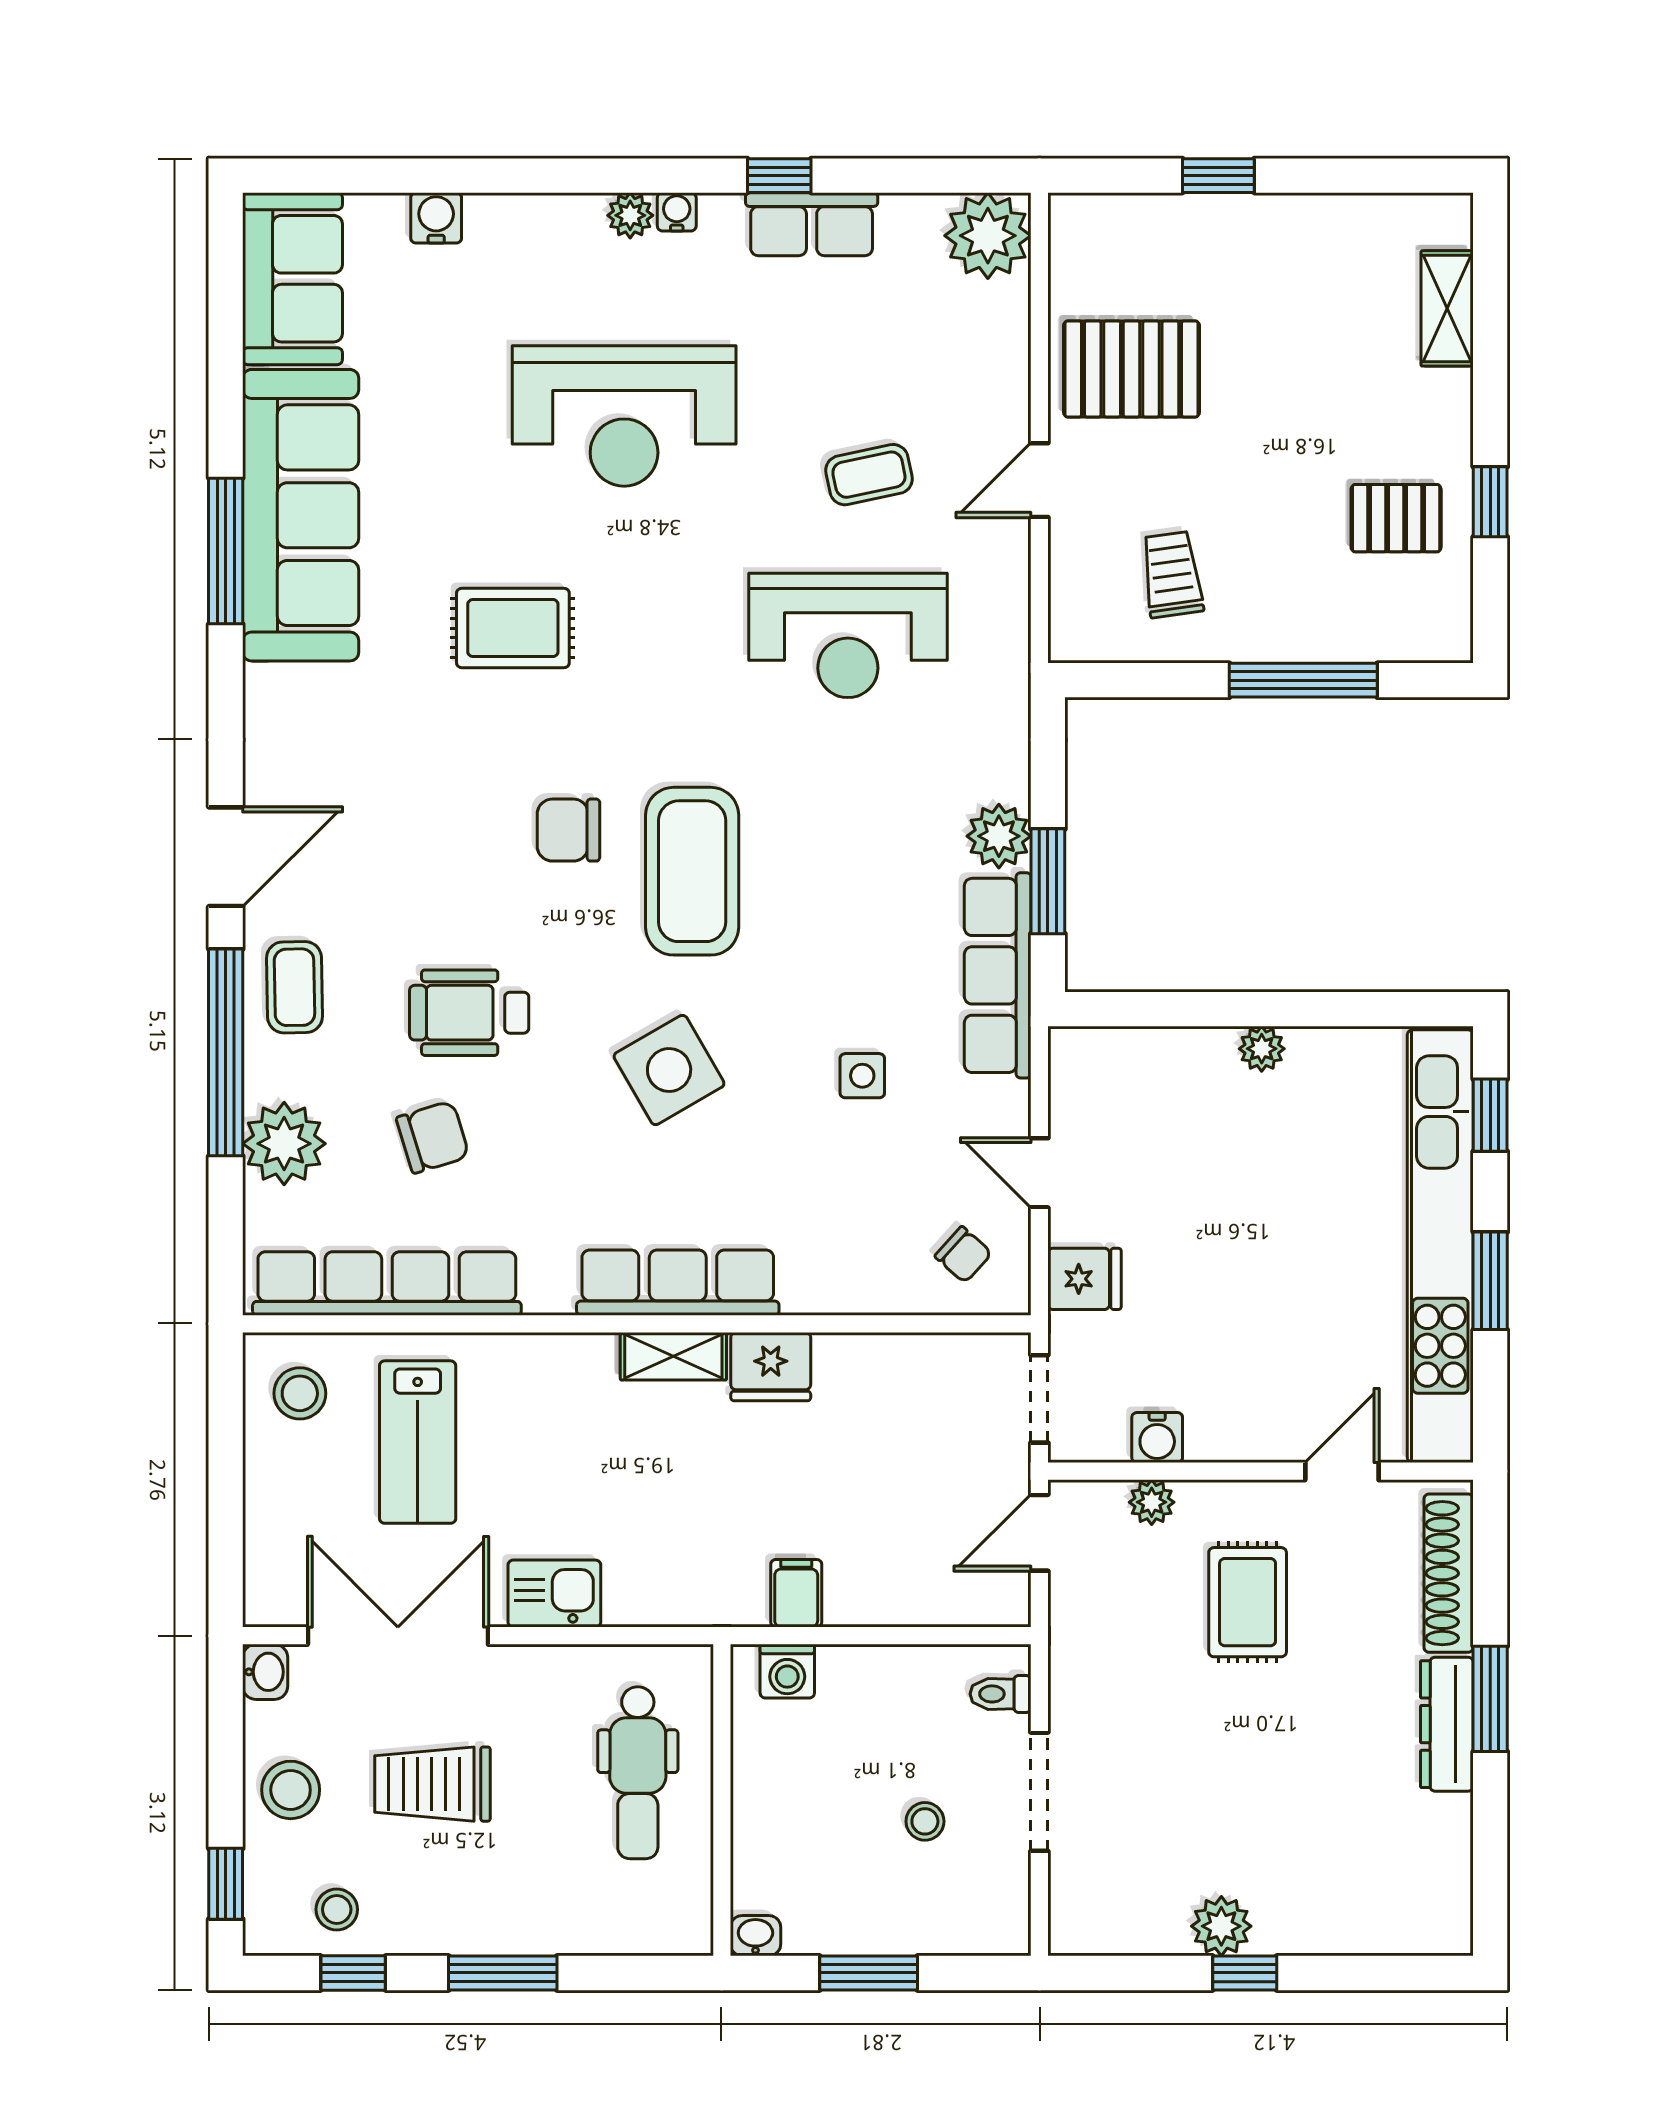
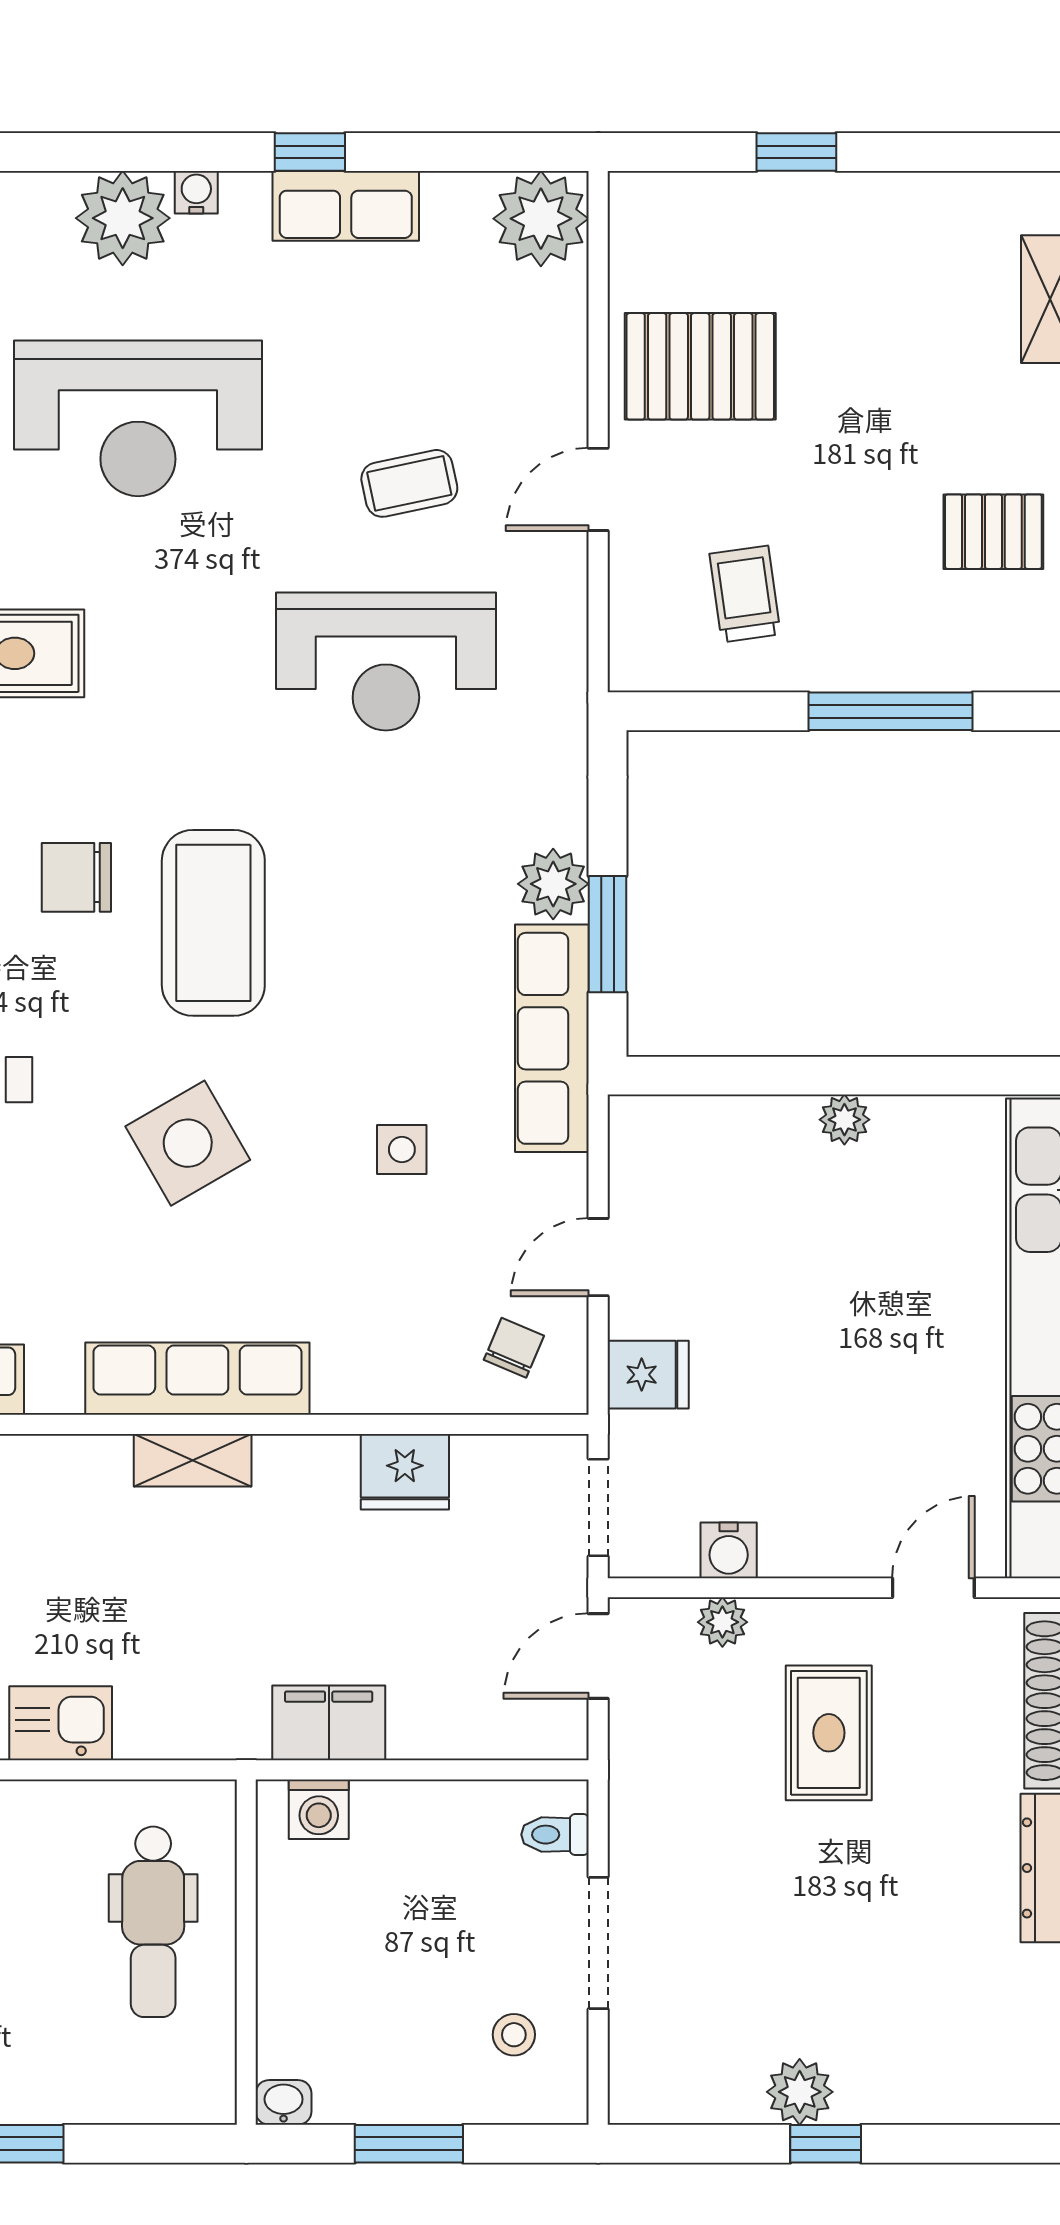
plant: (630, 215) -> (123, 218), width x1.87, depth x1.87
door: (1039, 1173) -> (598, 1257), hinge flipped
chair: (963, 1255) -> (514, 1348), turned -109
fridge: (771, 1367) -> (405, 1472), moved
filing cabinet: (796, 1593) -> (329, 1723), width x2.00
stool: (925, 1821) -> (514, 2035), moved

